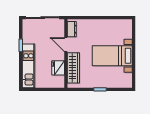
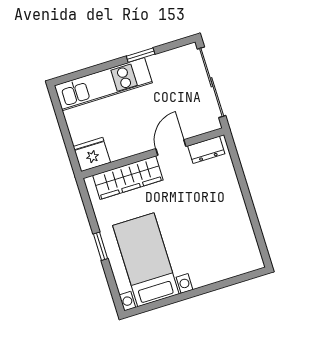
bed with nightstands: (112, 56) -> (146, 260), moved
fridge: (58, 68) -> (92, 155), moved

